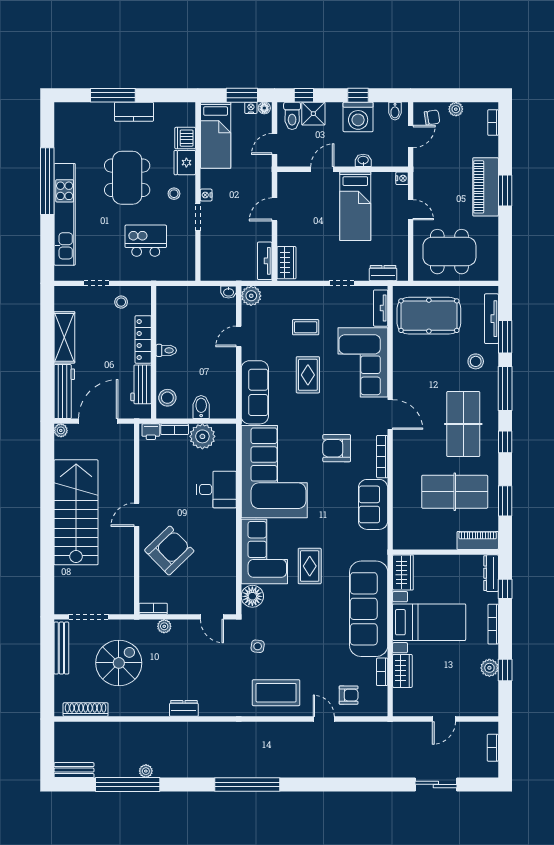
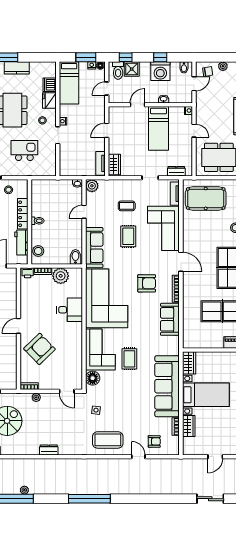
bidet: (201, 407) -> (75, 257), moved
armchair: (337, 448) -> (147, 283), turned 180

